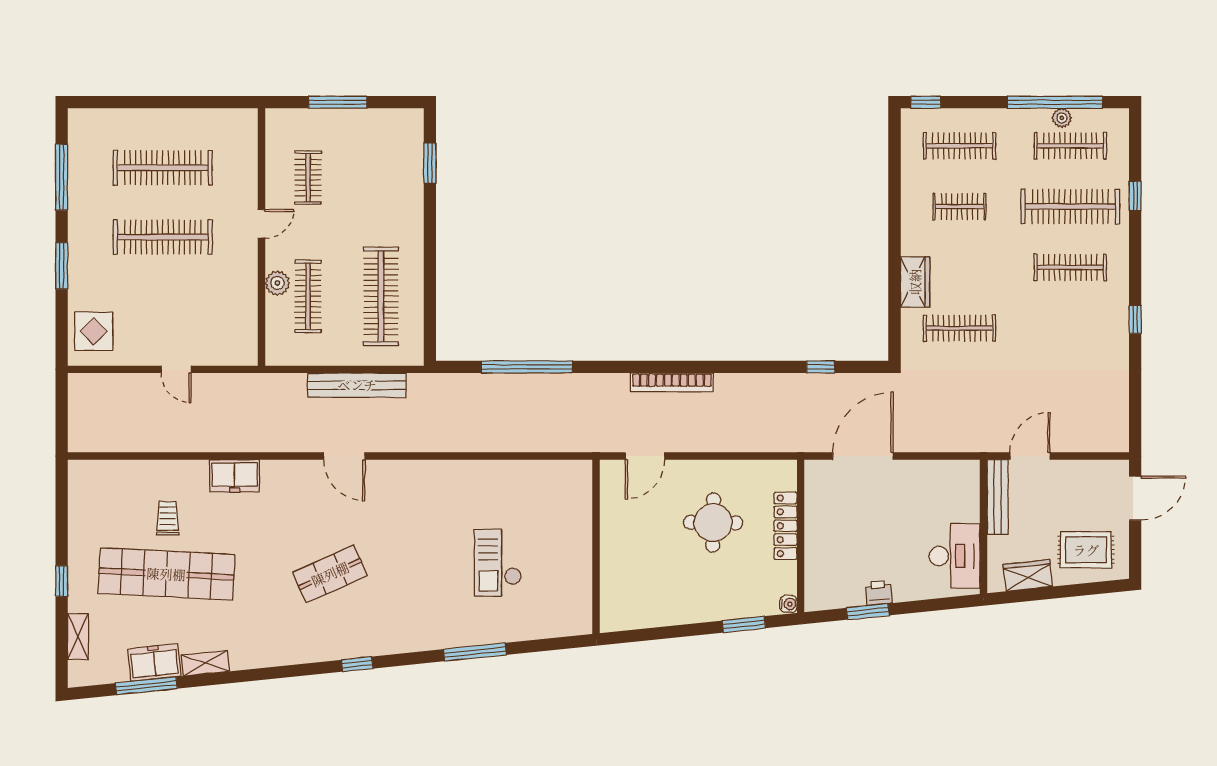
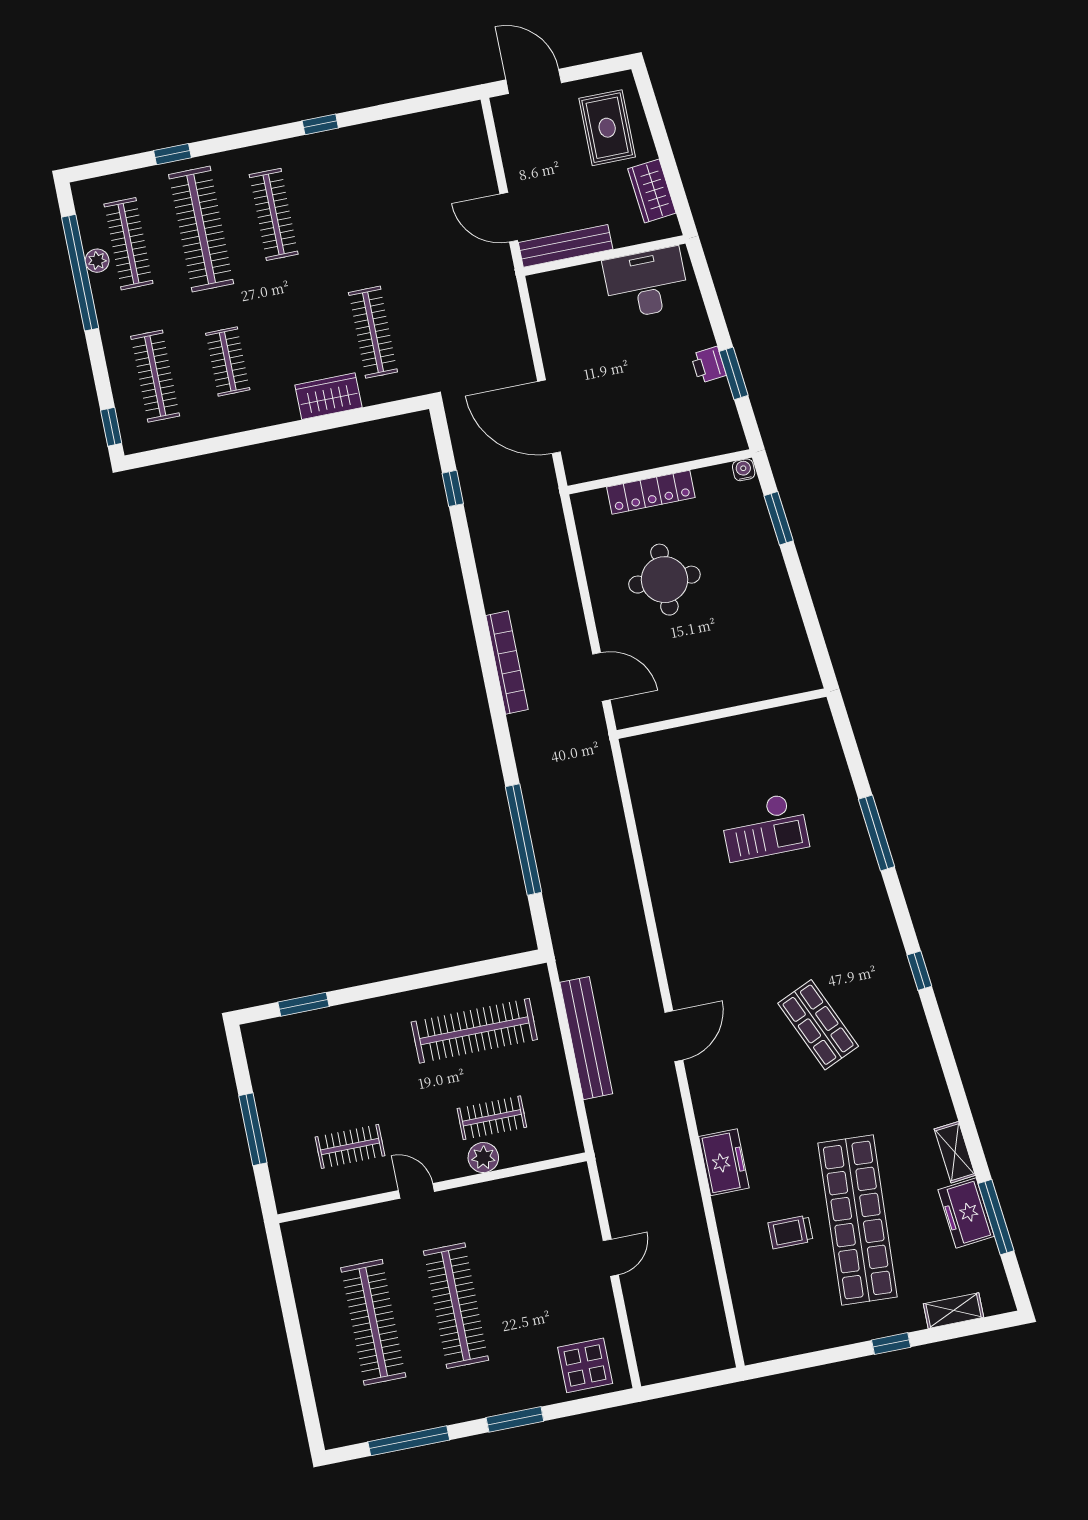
clothes rail: (308, 296) -> (492, 1118), width x0.73

